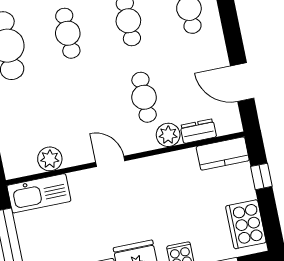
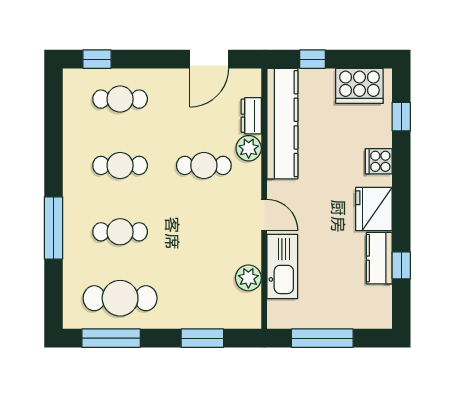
kitchen counter: (223, 154) -> (282, 124), width x2.08, depth x1.17
door: (110, 161) -> (264, 215), swing flipped
kitchen sink: (39, 193) -> (282, 267), moved

